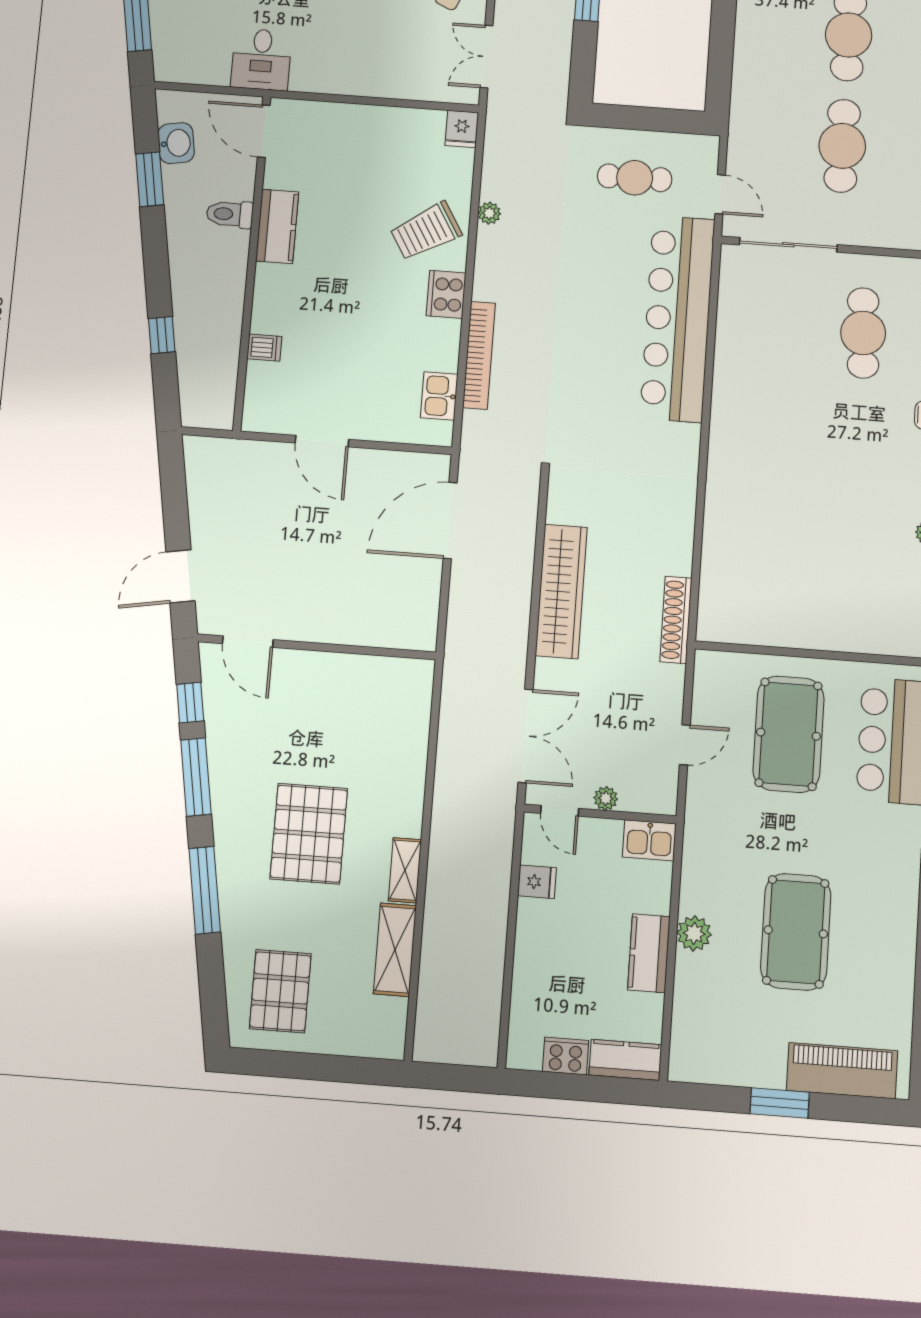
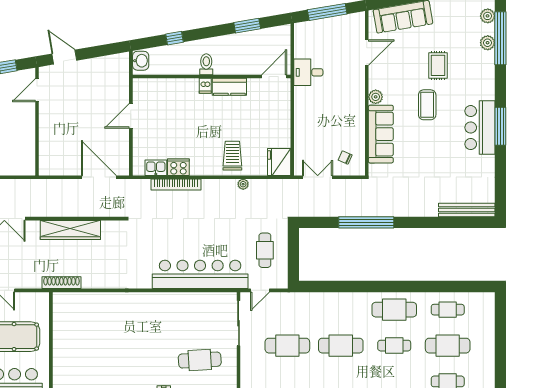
fridge: (462, 129) -> (279, 162), width x1.88, depth x1.34
washbasin: (176, 143) -> (141, 61), moved, turned -80
toilet: (230, 214) -> (206, 64), moved
trolley: (426, 231) -> (232, 156), turned 31
cooker: (446, 294) -> (178, 167), moved
dishwasher: (264, 348) -> (205, 86), moved

